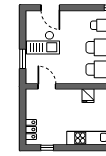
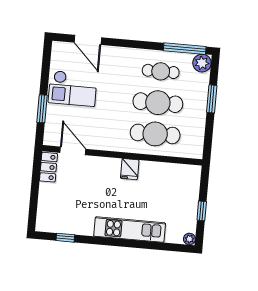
locker: (31, 129) -> (48, 167), moved

